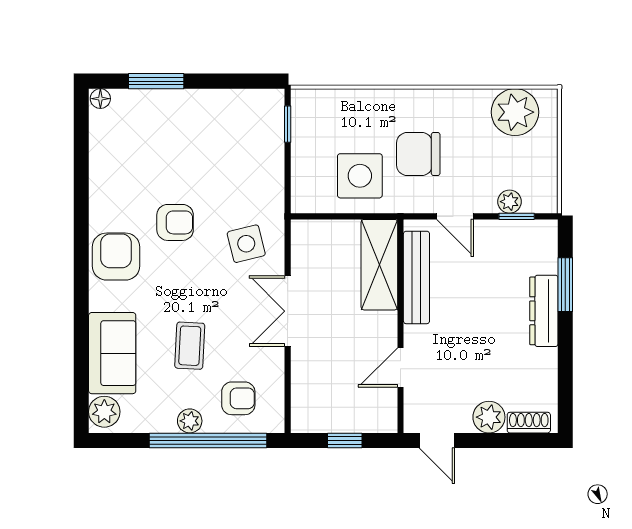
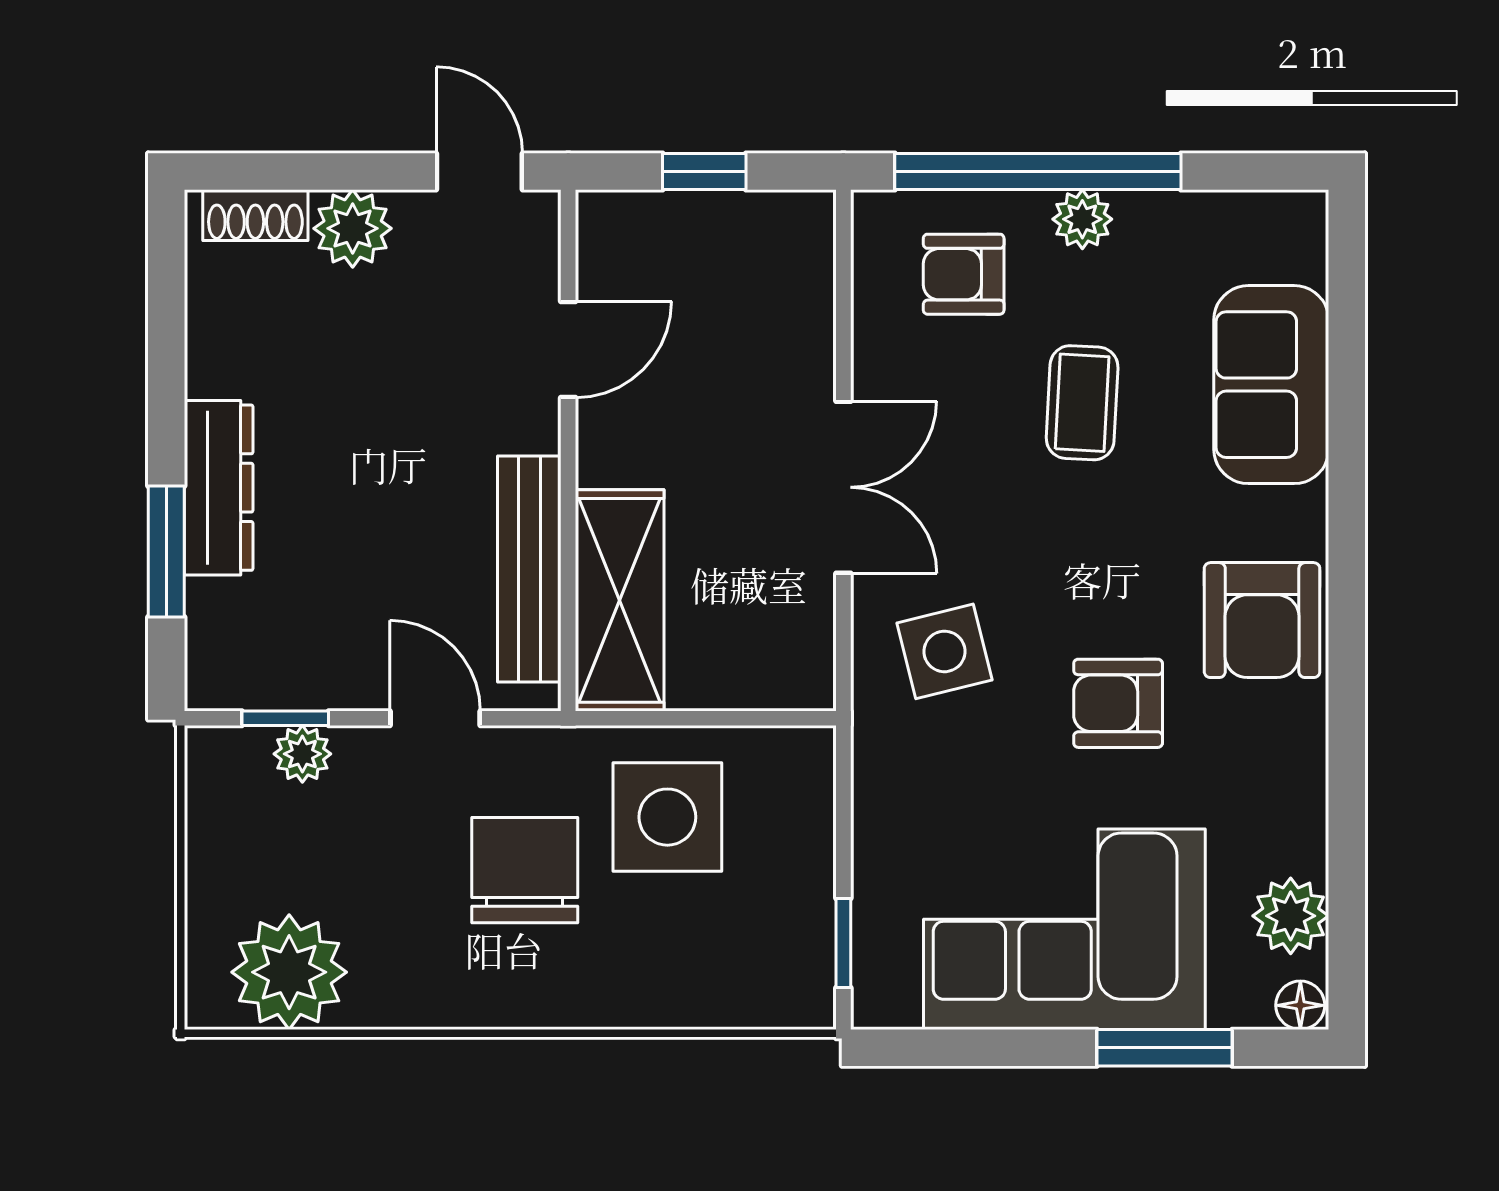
corner sofa: (197, 130) -> (1064, 929), added
chair: (418, 154) -> (525, 870), turned -90
plant: (104, 412) -> (1291, 916), moved

